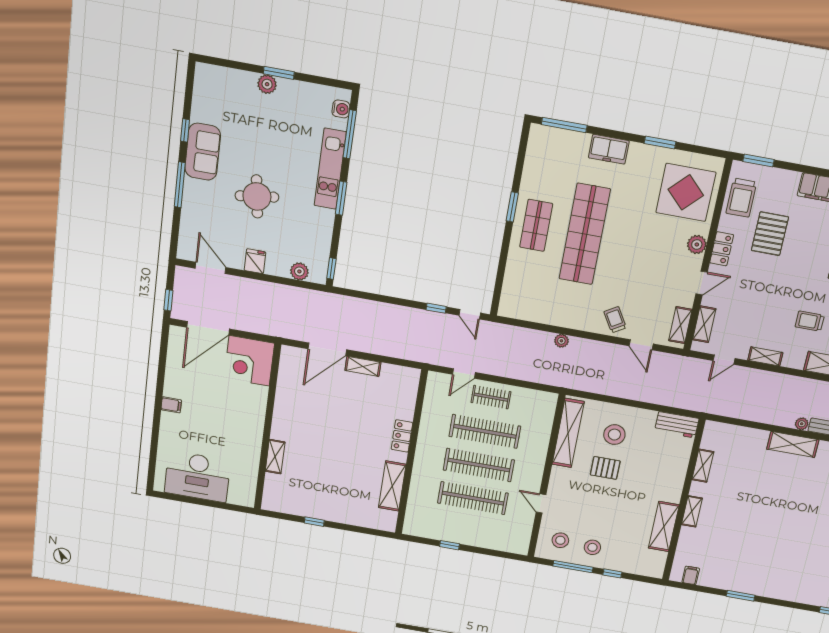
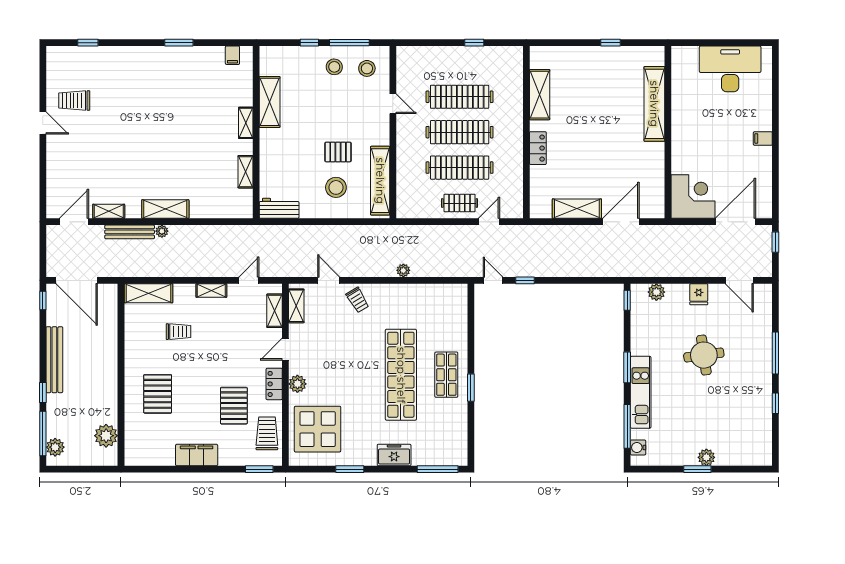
sofa: (203, 152) -> (758, 387), removed
shelving: (363, 366) -> (577, 209), width x1.50, depth x1.33
shelving: (275, 457) -> (654, 104), width x2.20, depth x1.33

